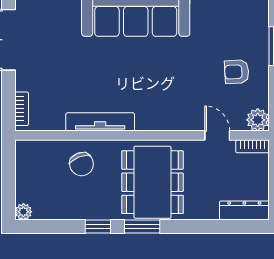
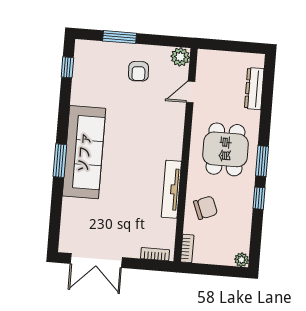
bookcase: (253, 146) -> (187, 248), moved
dining table: (152, 182) -> (225, 149), width x0.73
dresser: (244, 211) -> (254, 89), moved

